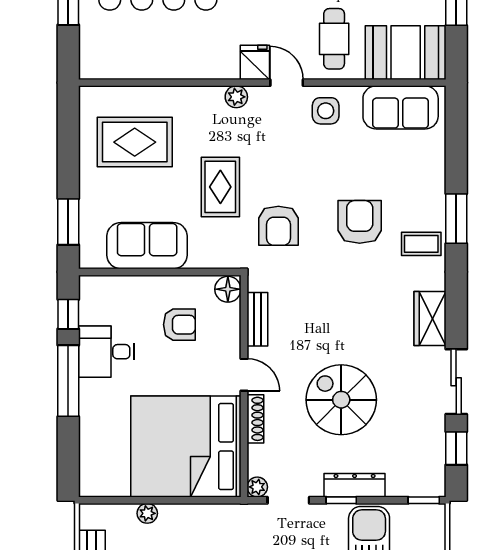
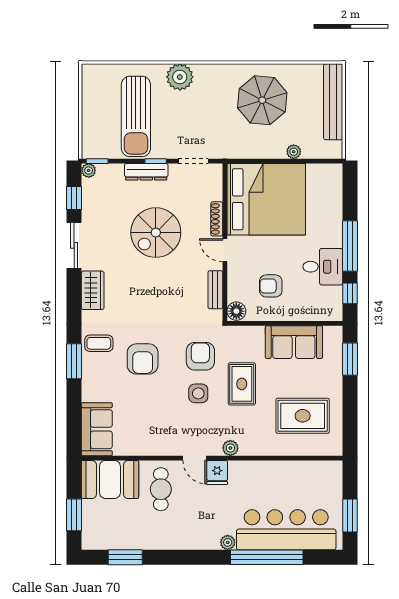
sofa: (401, 107) -> (97, 429), moved, turned 90
side table: (326, 111) -> (198, 393), moved
spiral stairs: (341, 400) -> (156, 233), turned 90
plant: (257, 487) -> (89, 170), moved

